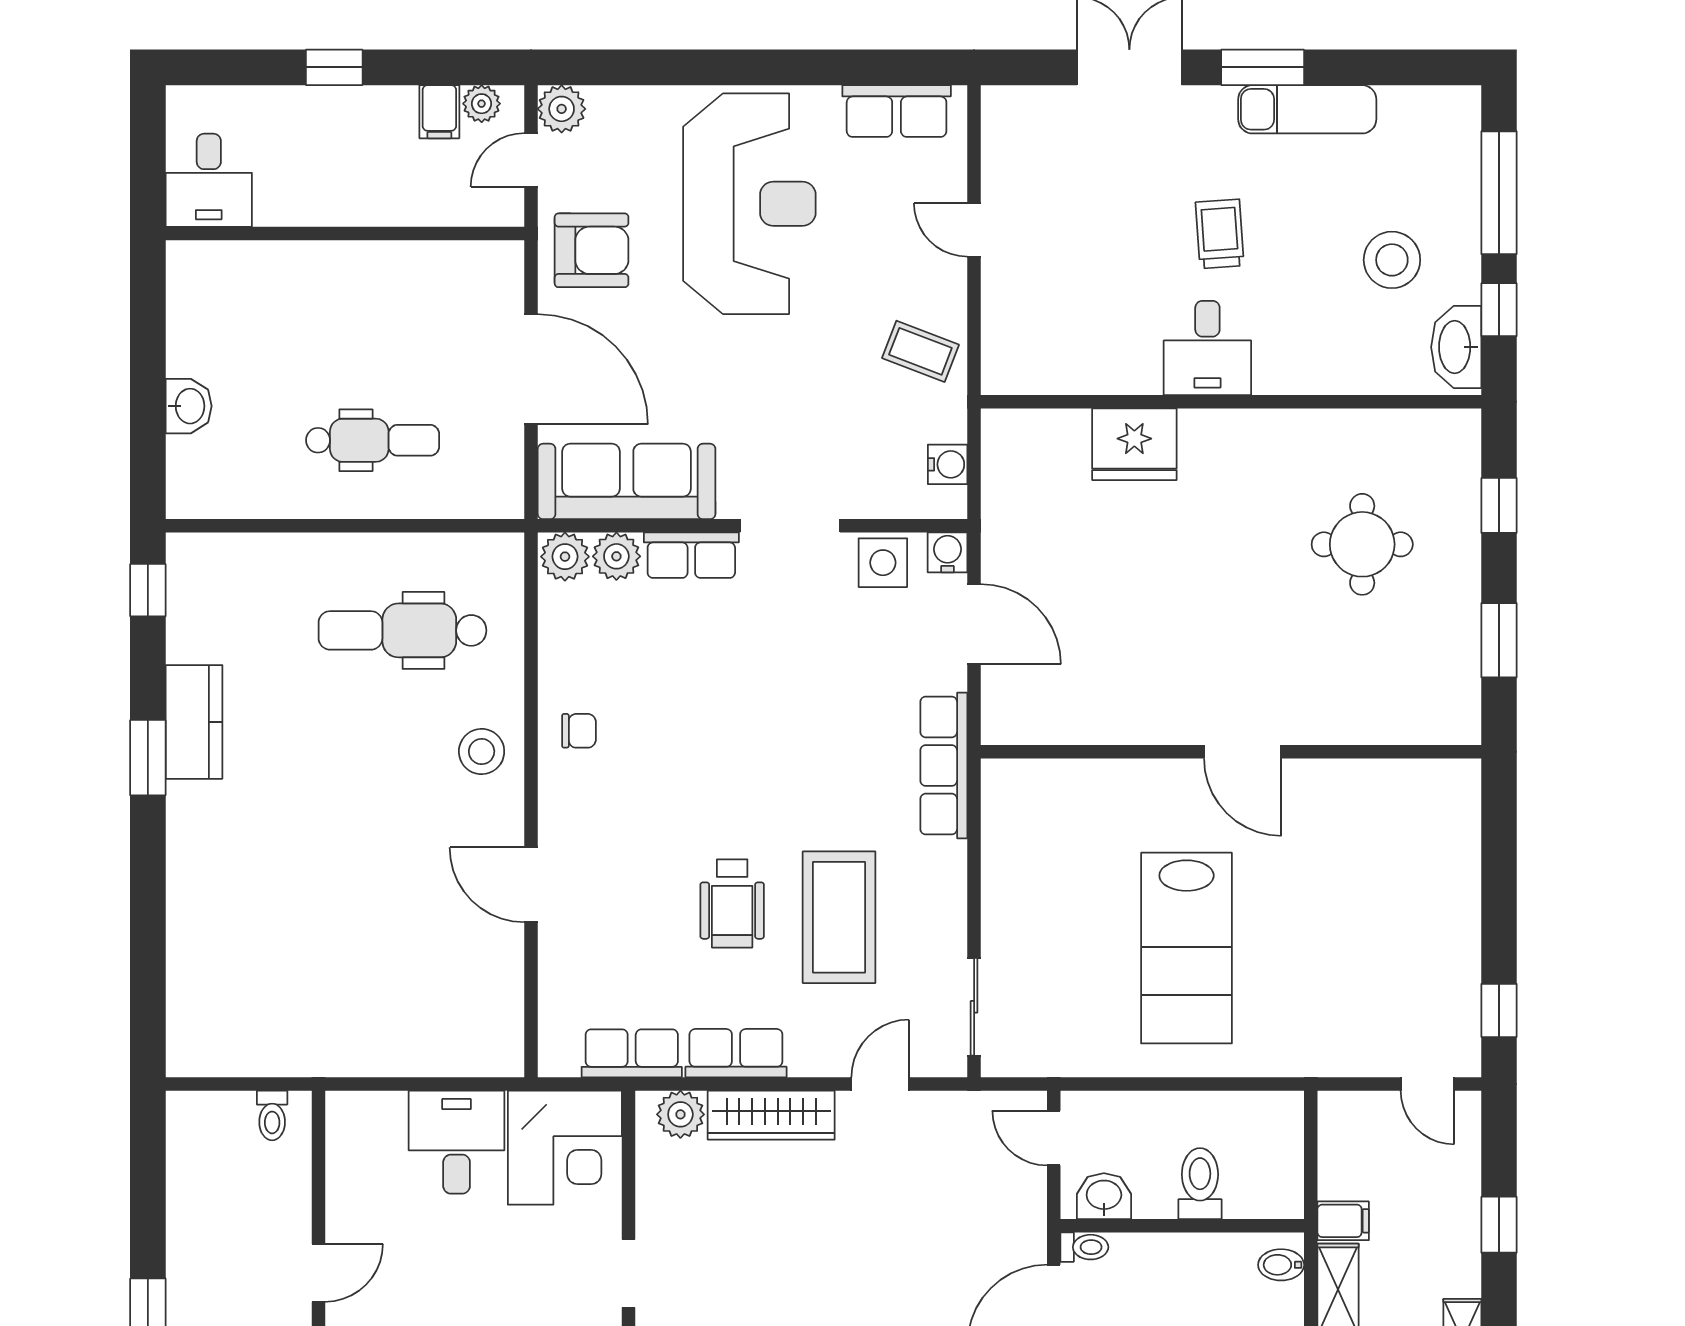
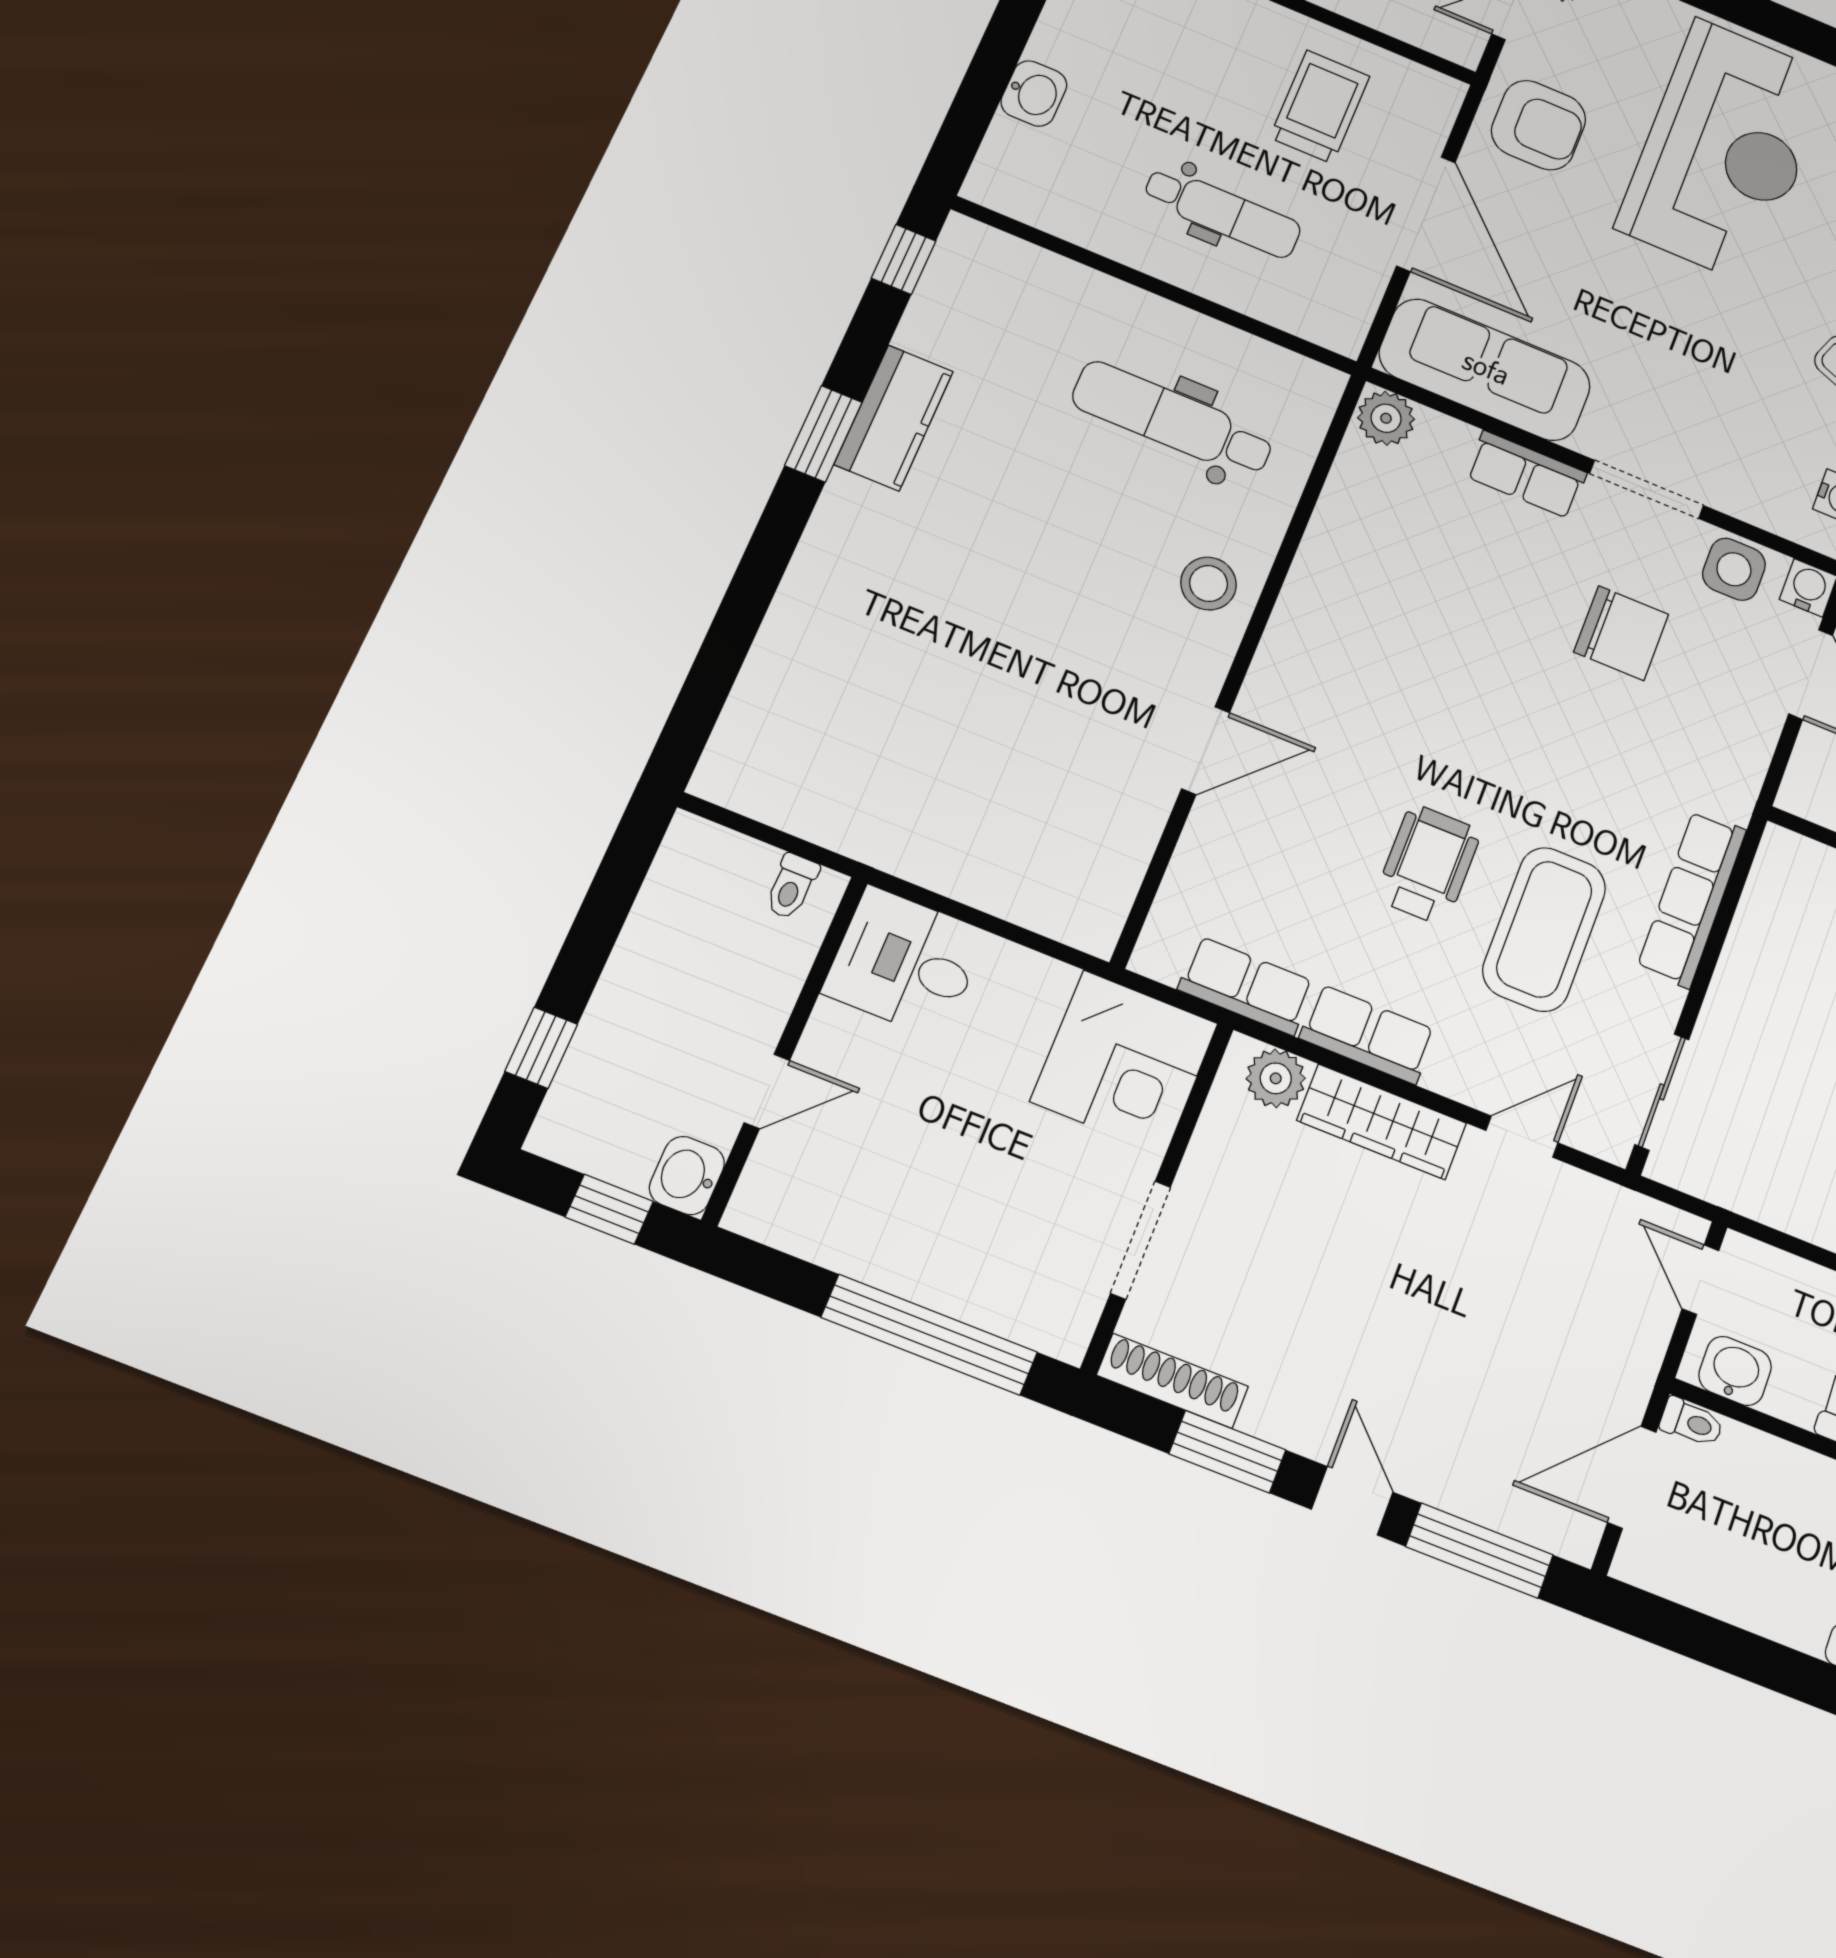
trolley: (413, 315) -> (1320, 107), added
plant: (616, 556) -> (1443, 442), removed
chair: (579, 731) -> (1621, 633), moved, width x1.87, depth x1.87
row of seats: (944, 765) -> (1692, 899), moved
door: (531, 885) -> (1206, 751), swing flipped
wheelchair: (732, 903) -> (1428, 865), turned 180
desk: (457, 1142) -> (905, 962), moved, turned -90
doorway: (629, 1273) -> (1141, 1240), width x1.38

